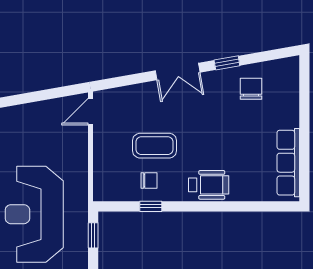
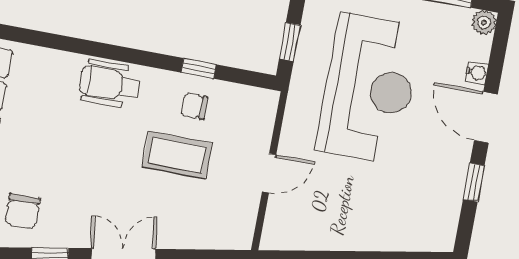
door: (91, 112) -> (269, 173), moved

